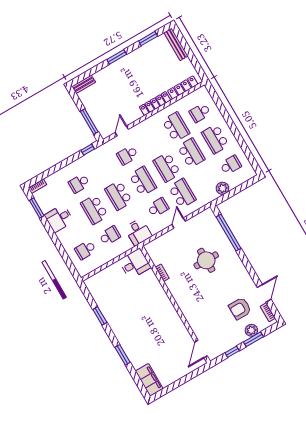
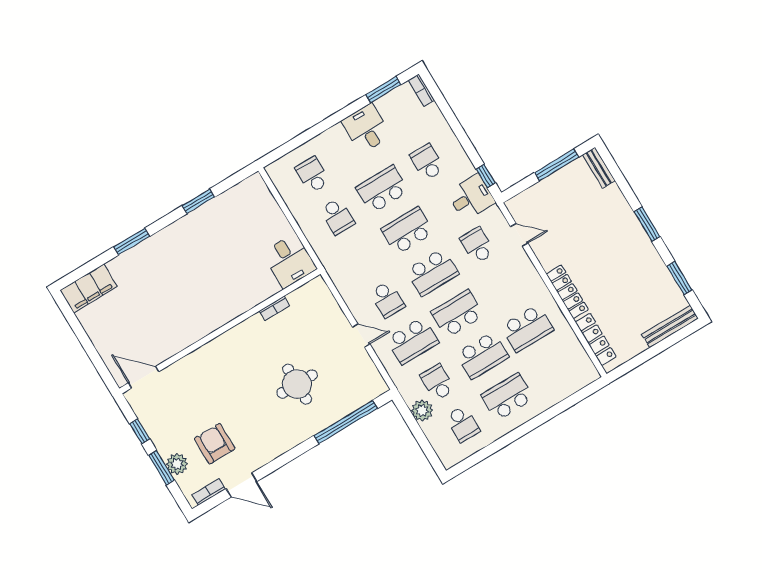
school desk: (200, 113) -> (438, 382), moved
window: (89, 122) -> (557, 165), moved
desk: (138, 232) -> (471, 197), moved, turned 180

